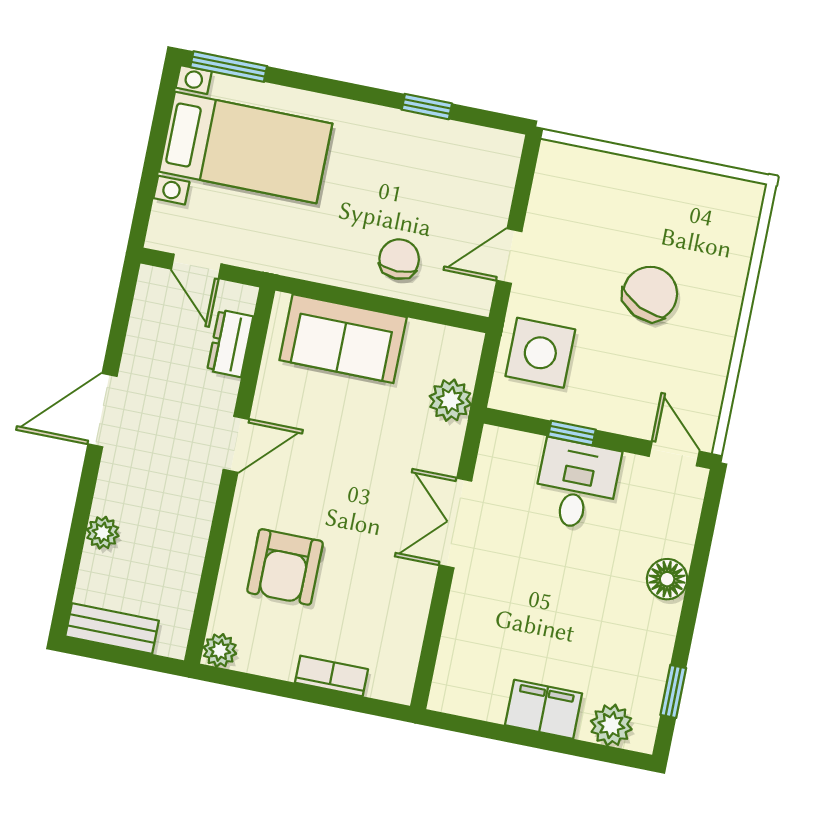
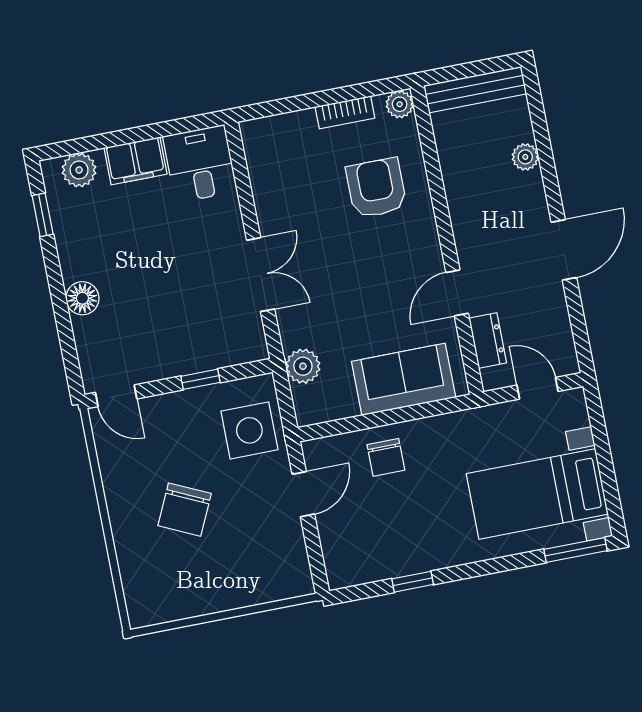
door: (236, 444) -> (457, 293), moved
desk: (577, 485) -> (200, 164), moved, turned 180
bench: (112, 629) -> (475, 90), width x1.36
bookcase: (331, 676) -> (345, 112), moved

